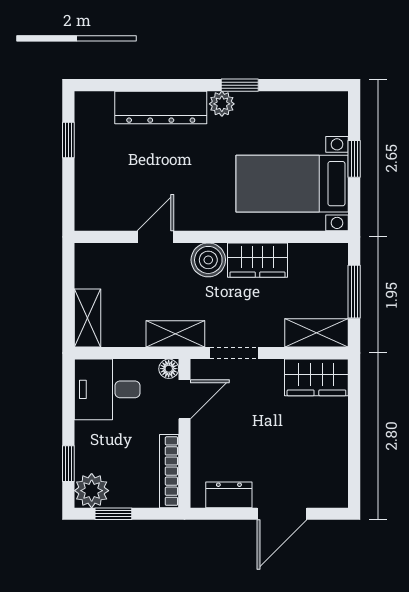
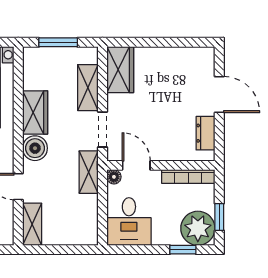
shelving: (87, 318) -> (32, 224), moved, turned 90
shelving: (317, 333) -> (88, 88), moved
plant: (92, 491) -> (198, 228), width x1.36, depth x1.36

